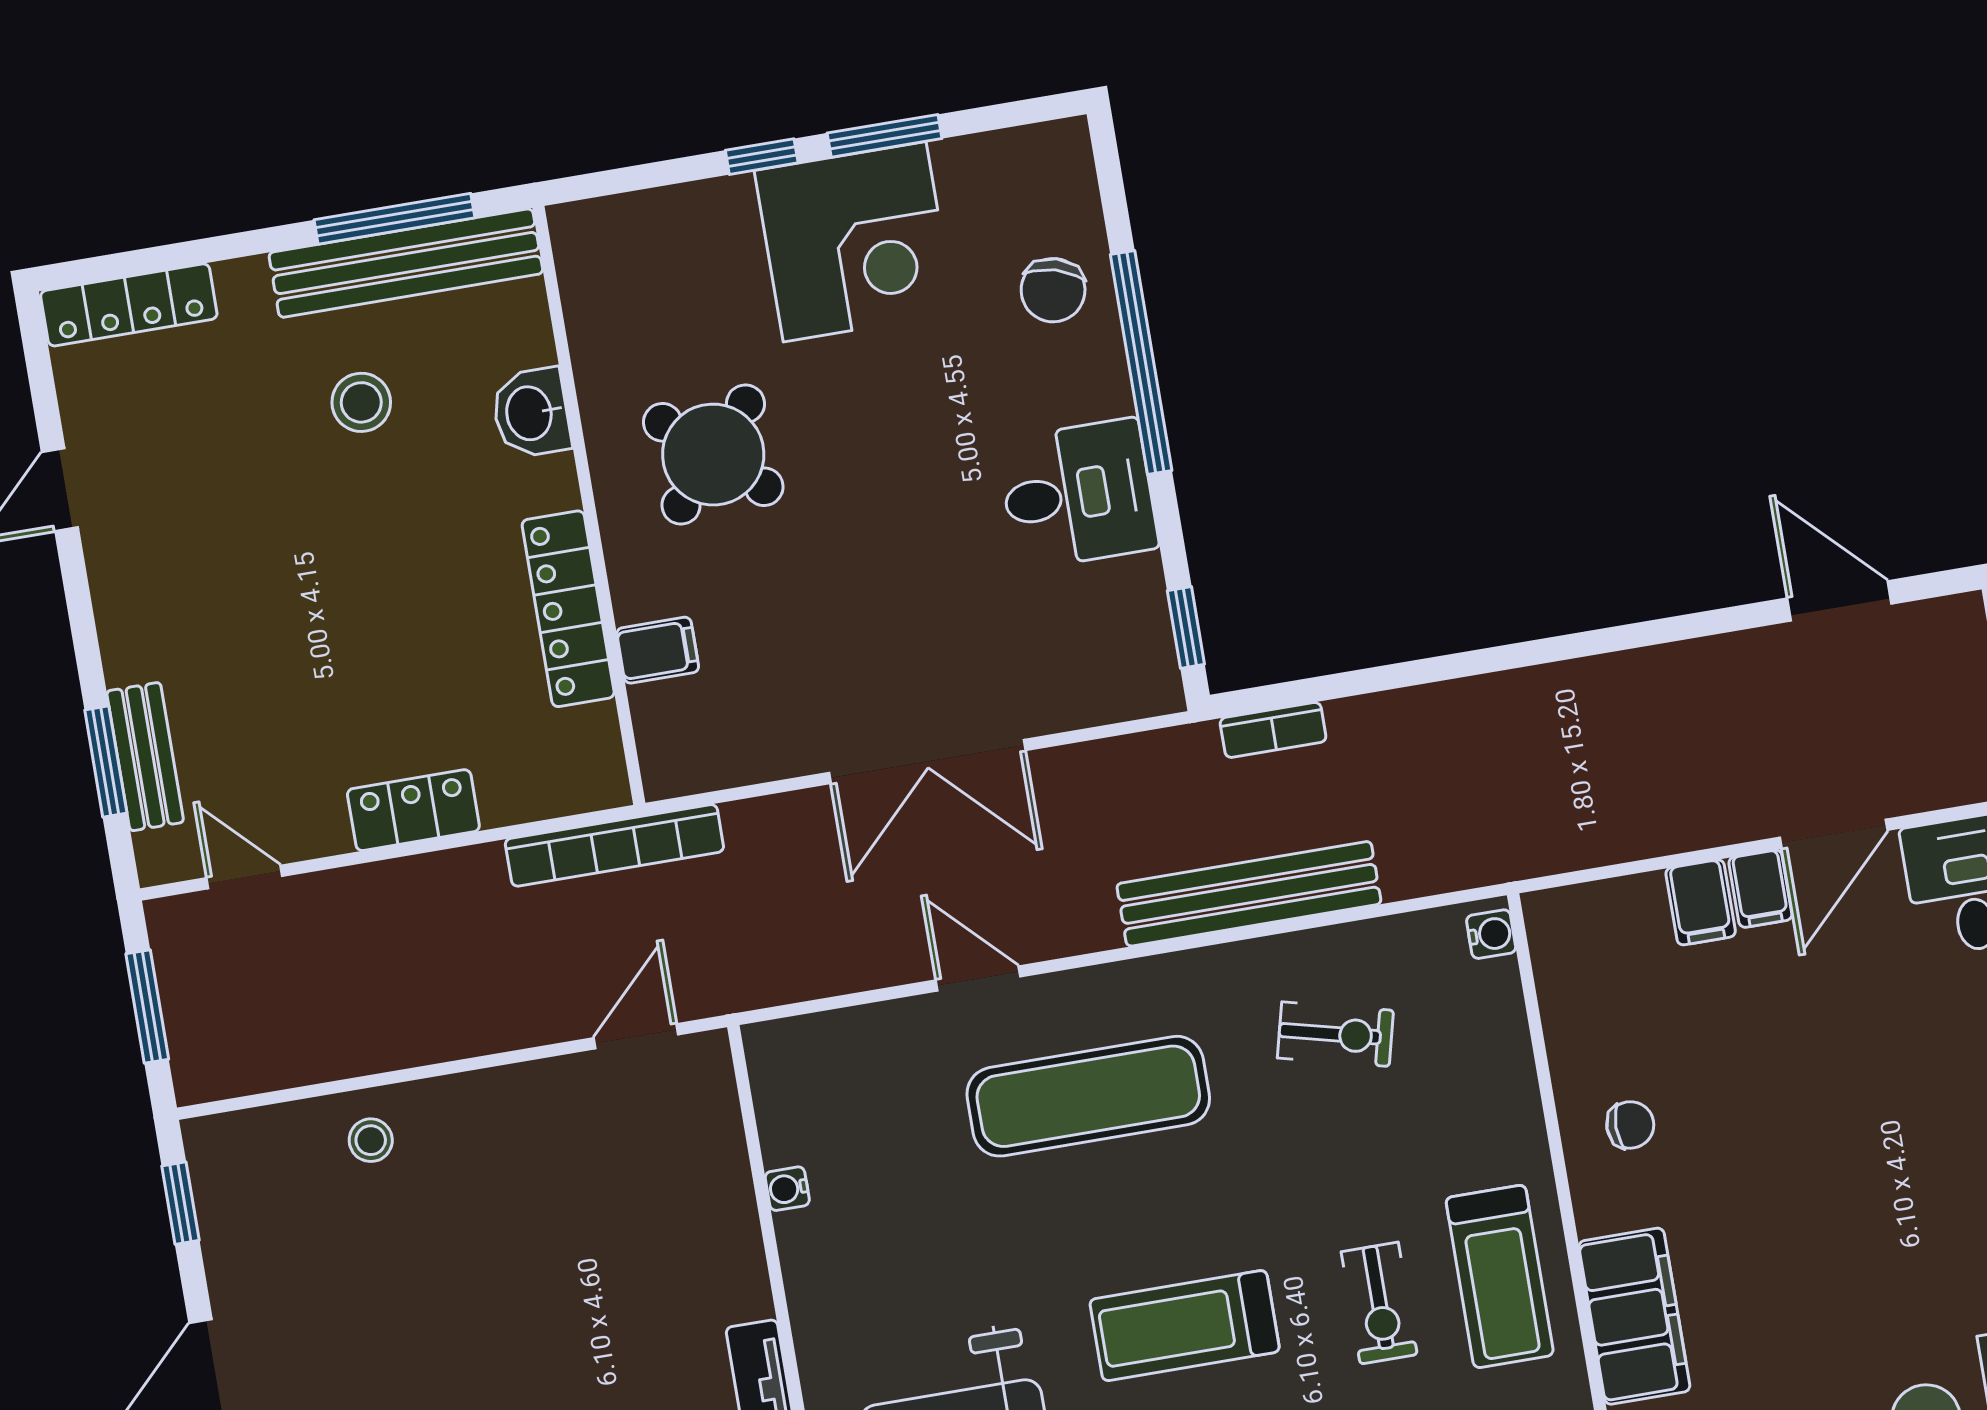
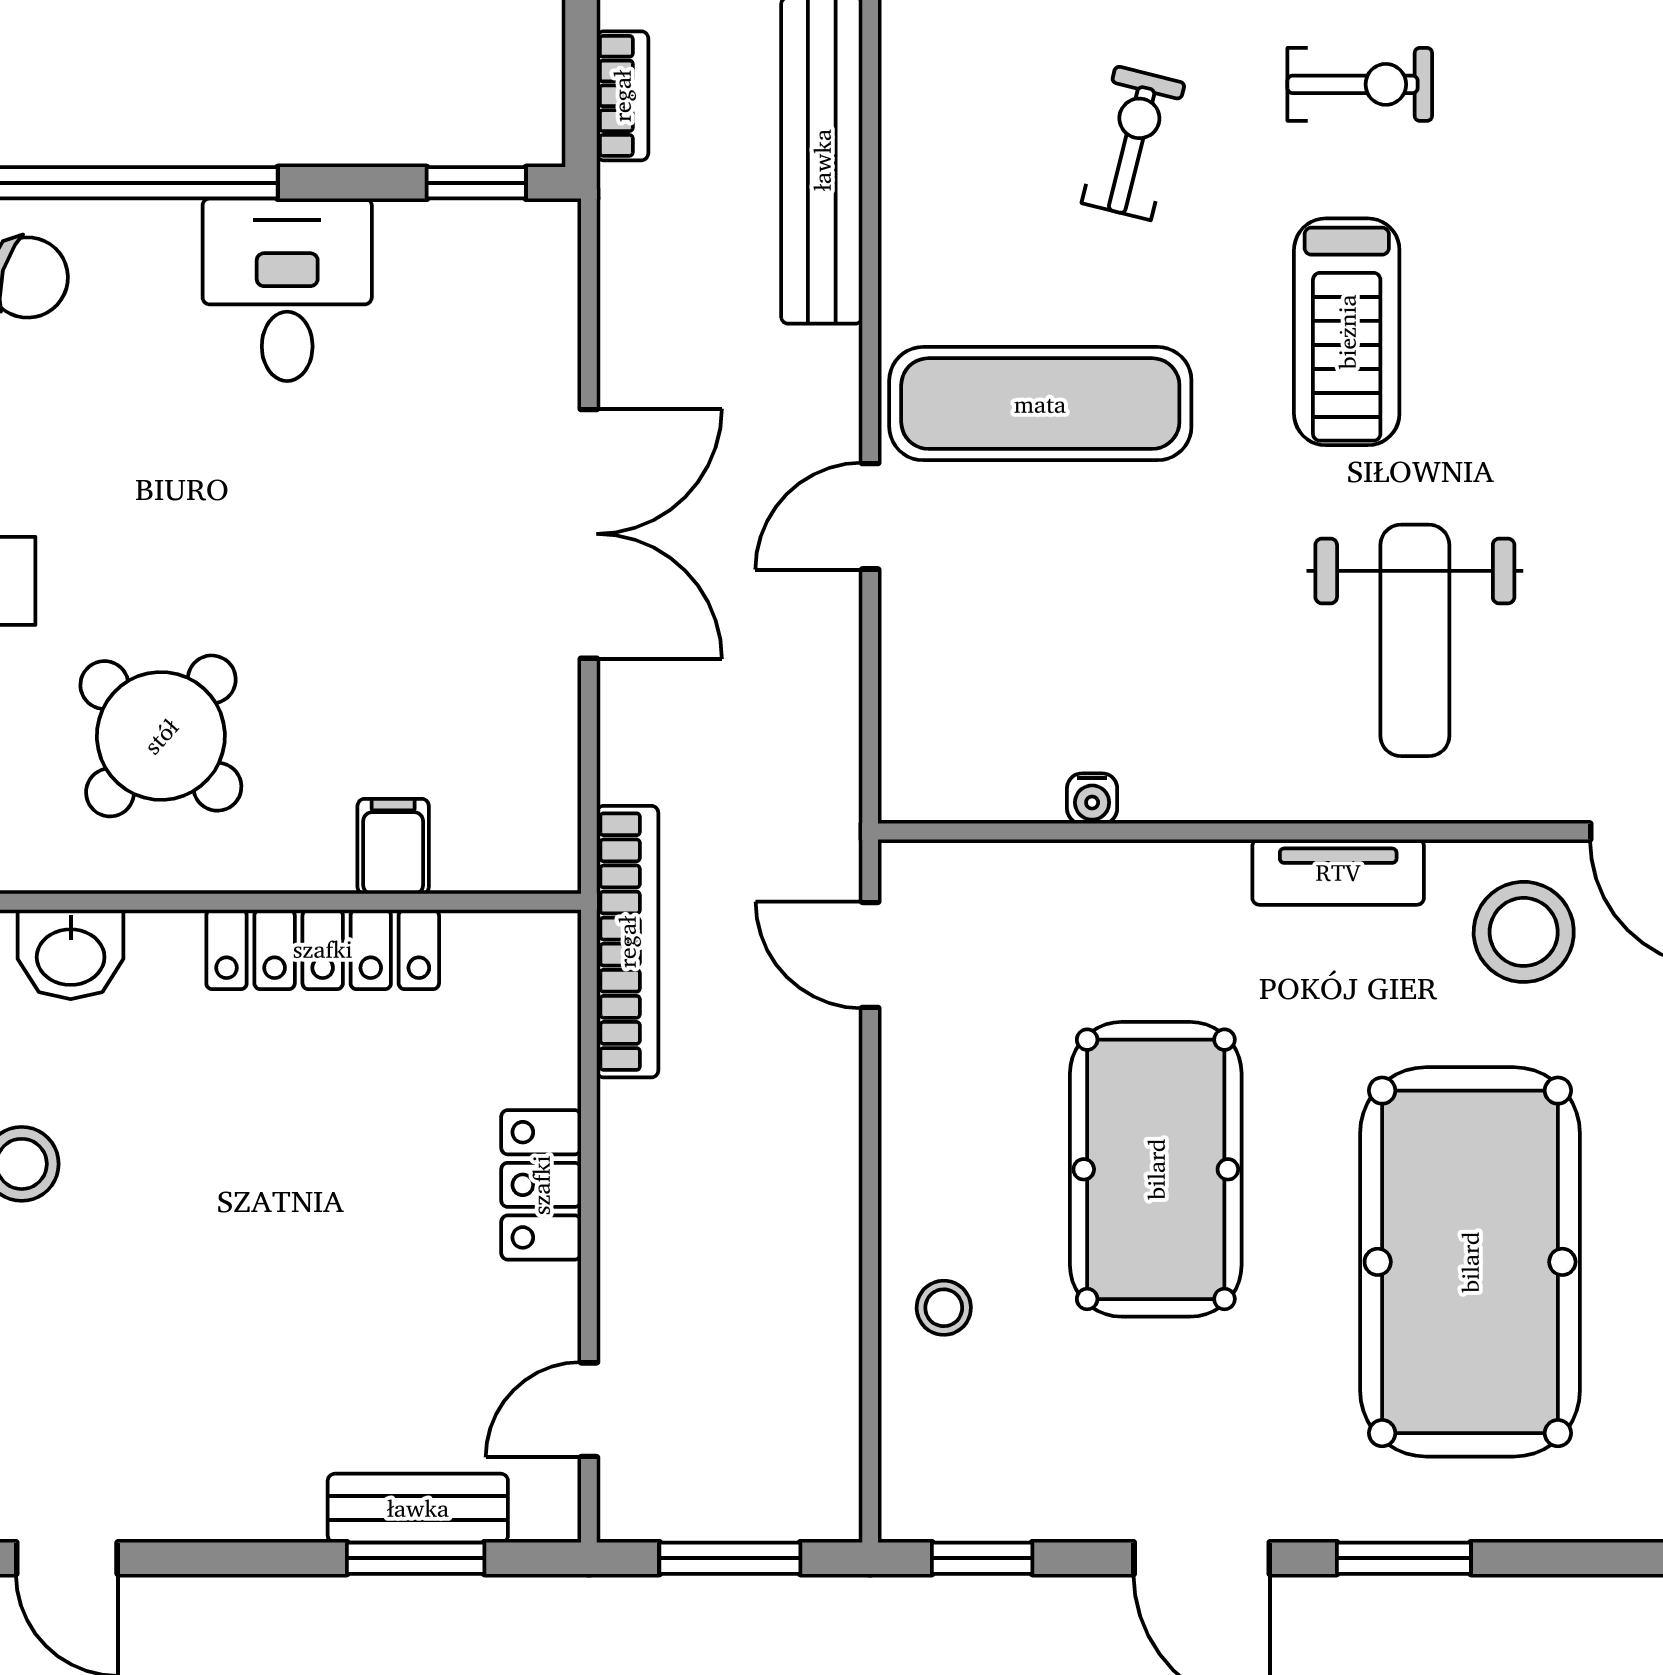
exercise bike: (1335, 1034) -> (1133, 143), moved
exercise mat: (1088, 1096) -> (1040, 404), turned 90
pool table: (507, 1287) -> (1156, 1169), added

